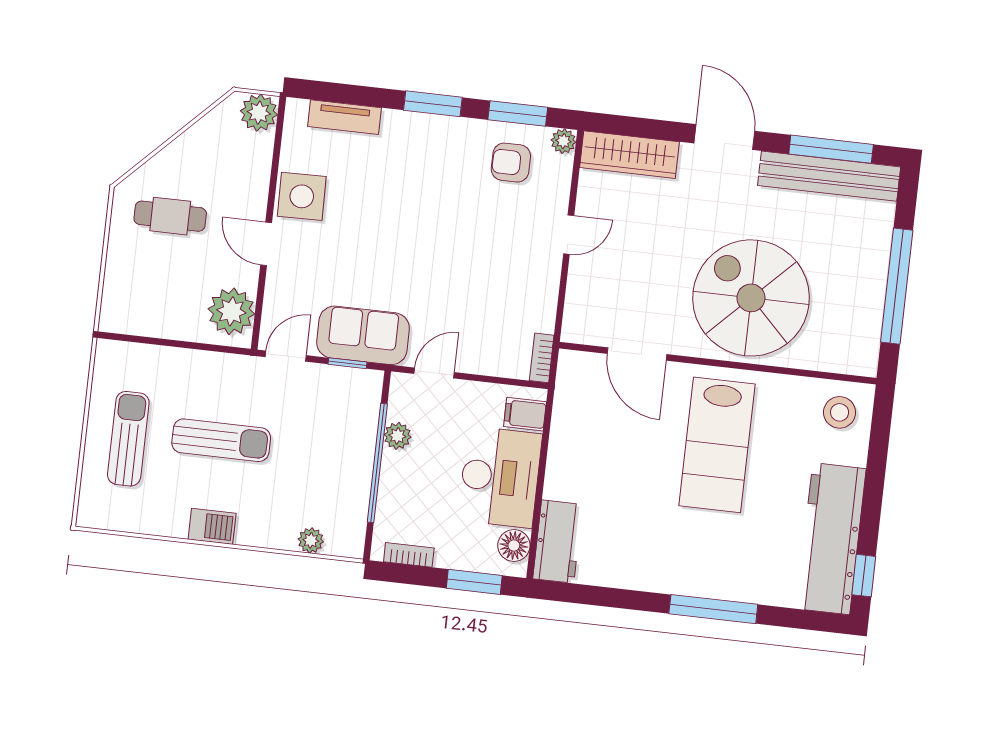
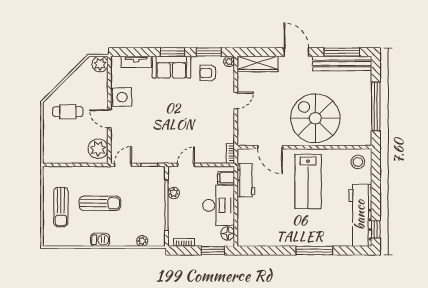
sofa: (363, 335) -> (171, 67), moved, turned 180
sun lounger: (128, 439) -> (61, 207), turned 180
workbench: (558, 542) -> (246, 180), moved

